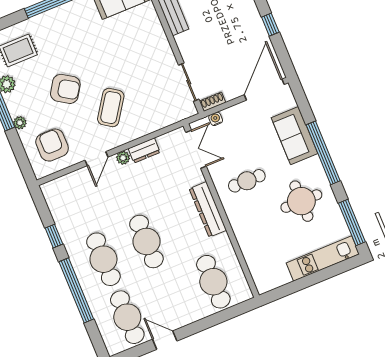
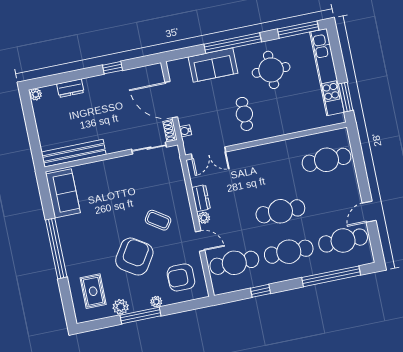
armchair: (65, 89) -> (134, 257), width x1.36, depth x1.36
door: (264, 90) -> (171, 100), moved
coffee table: (111, 108) -> (158, 220), width x0.73, depth x0.77
double door: (196, 149) -> (208, 153), swing flipped
cafe table: (80, 201) -> (234, 263), added
dresser: (208, 209) -> (263, 153), removed
kitchen unit: (323, 259) -> (327, 72), width x1.36
window: (76, 290) -> (331, 276), moved
window: (287, 290) -> (346, 97), added

